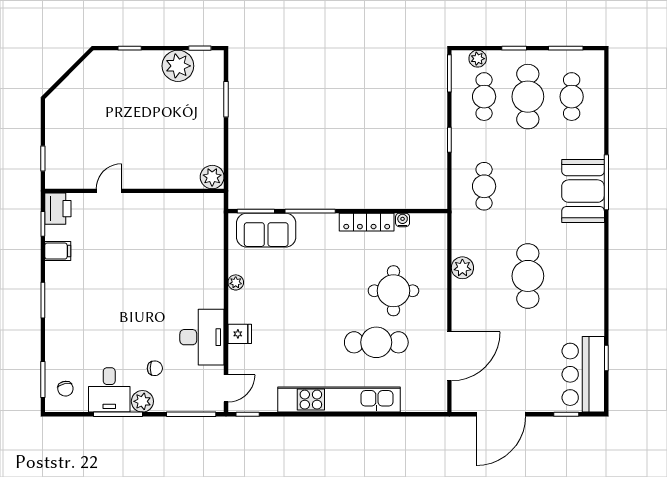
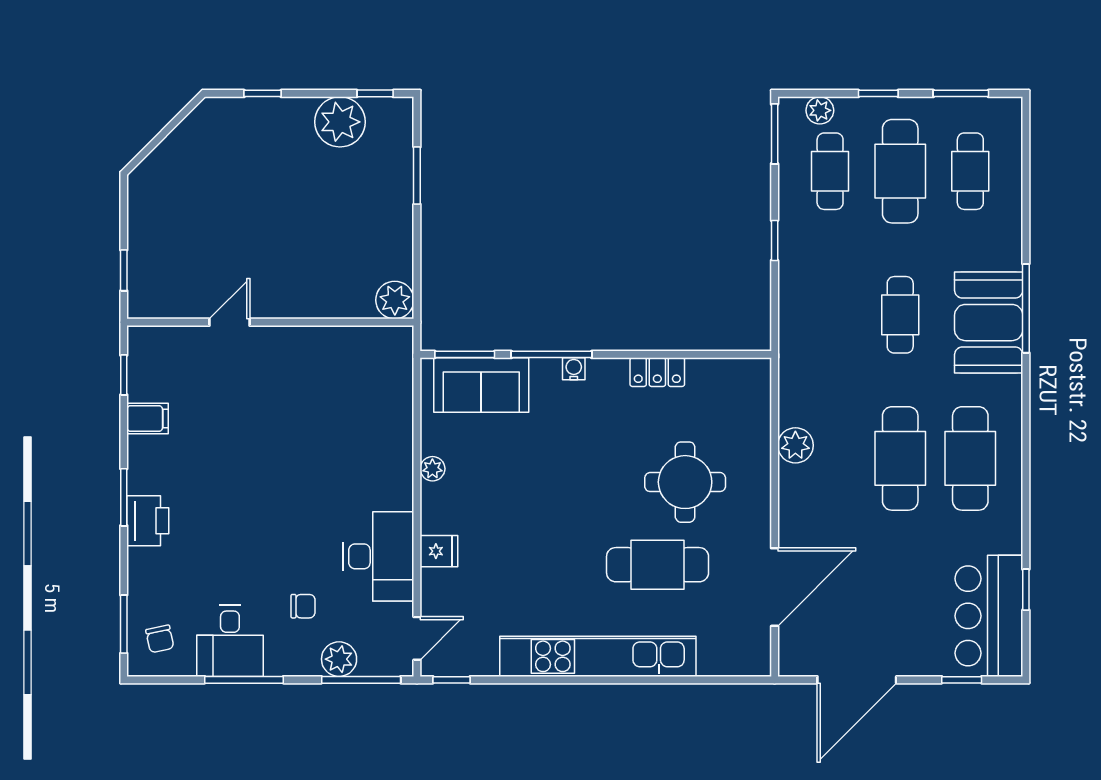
cafe table: (484, 186) -> (900, 315), moved
printer: (58, 209) -> (148, 521), moved
water cooler: (403, 220) -> (574, 369), moved
locker: (367, 222) -> (657, 372), width x0.66
cafe table: (572, 276) -> (970, 458), added
plant: (142, 401) -> (339, 659), moved

